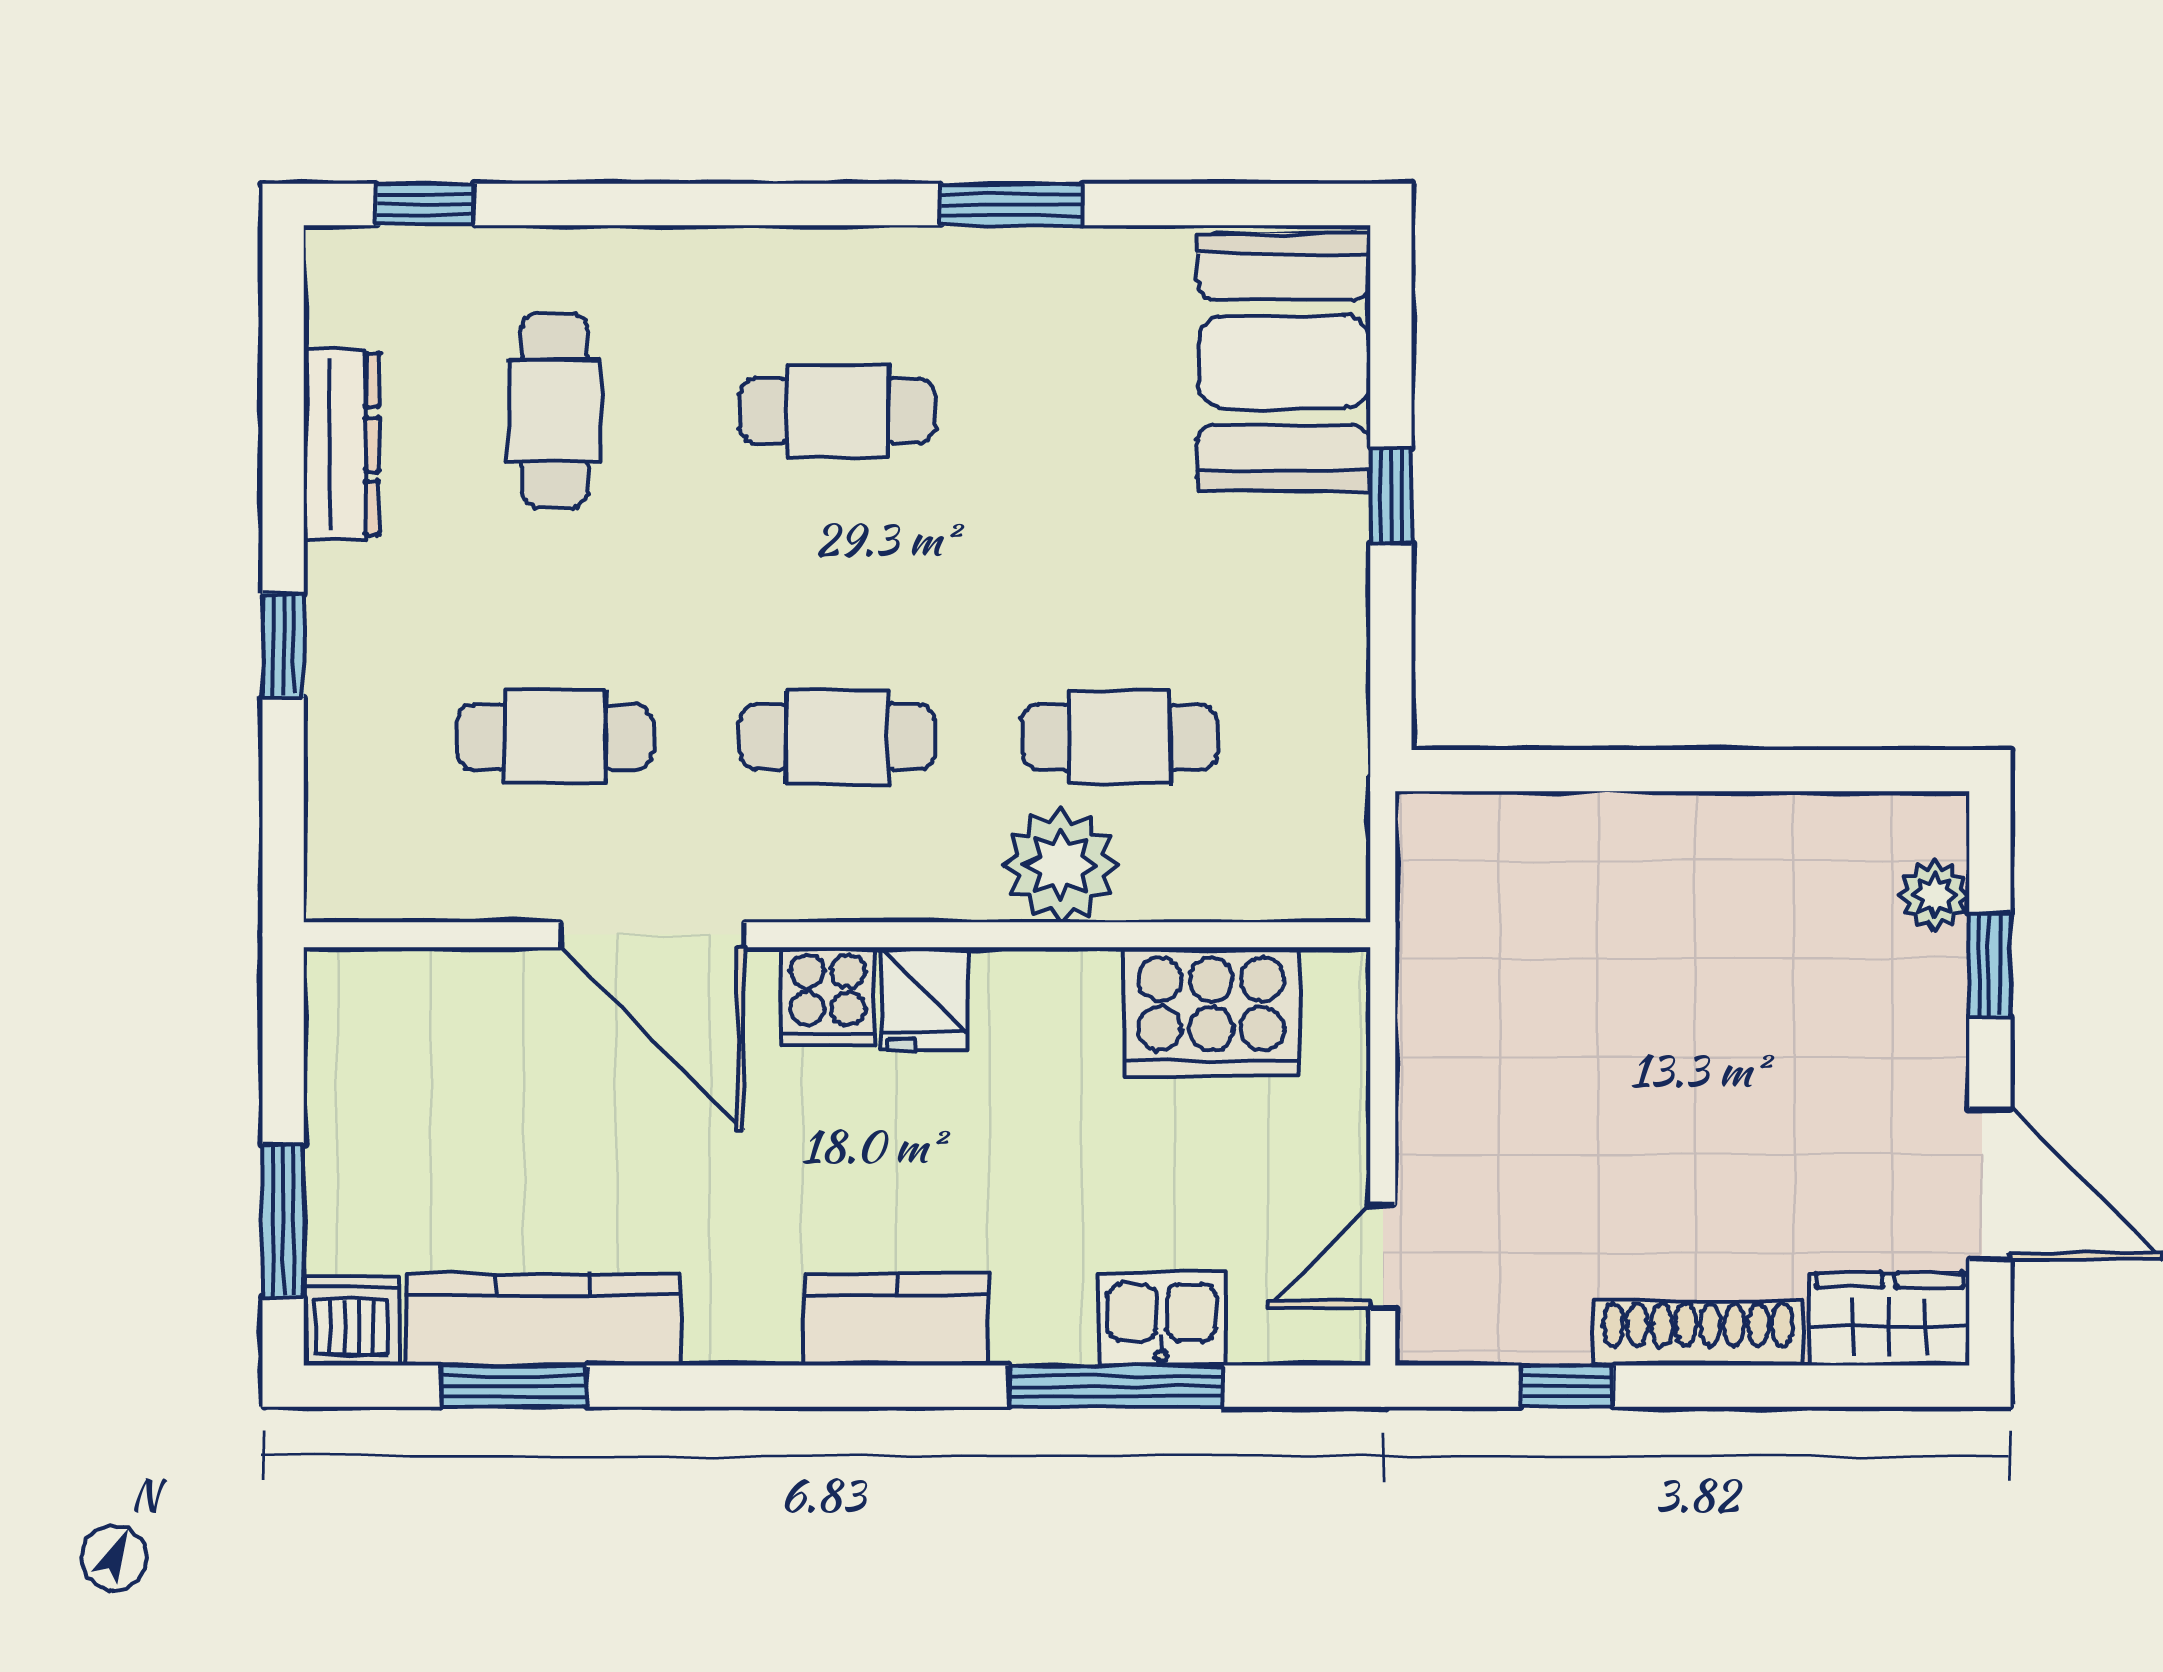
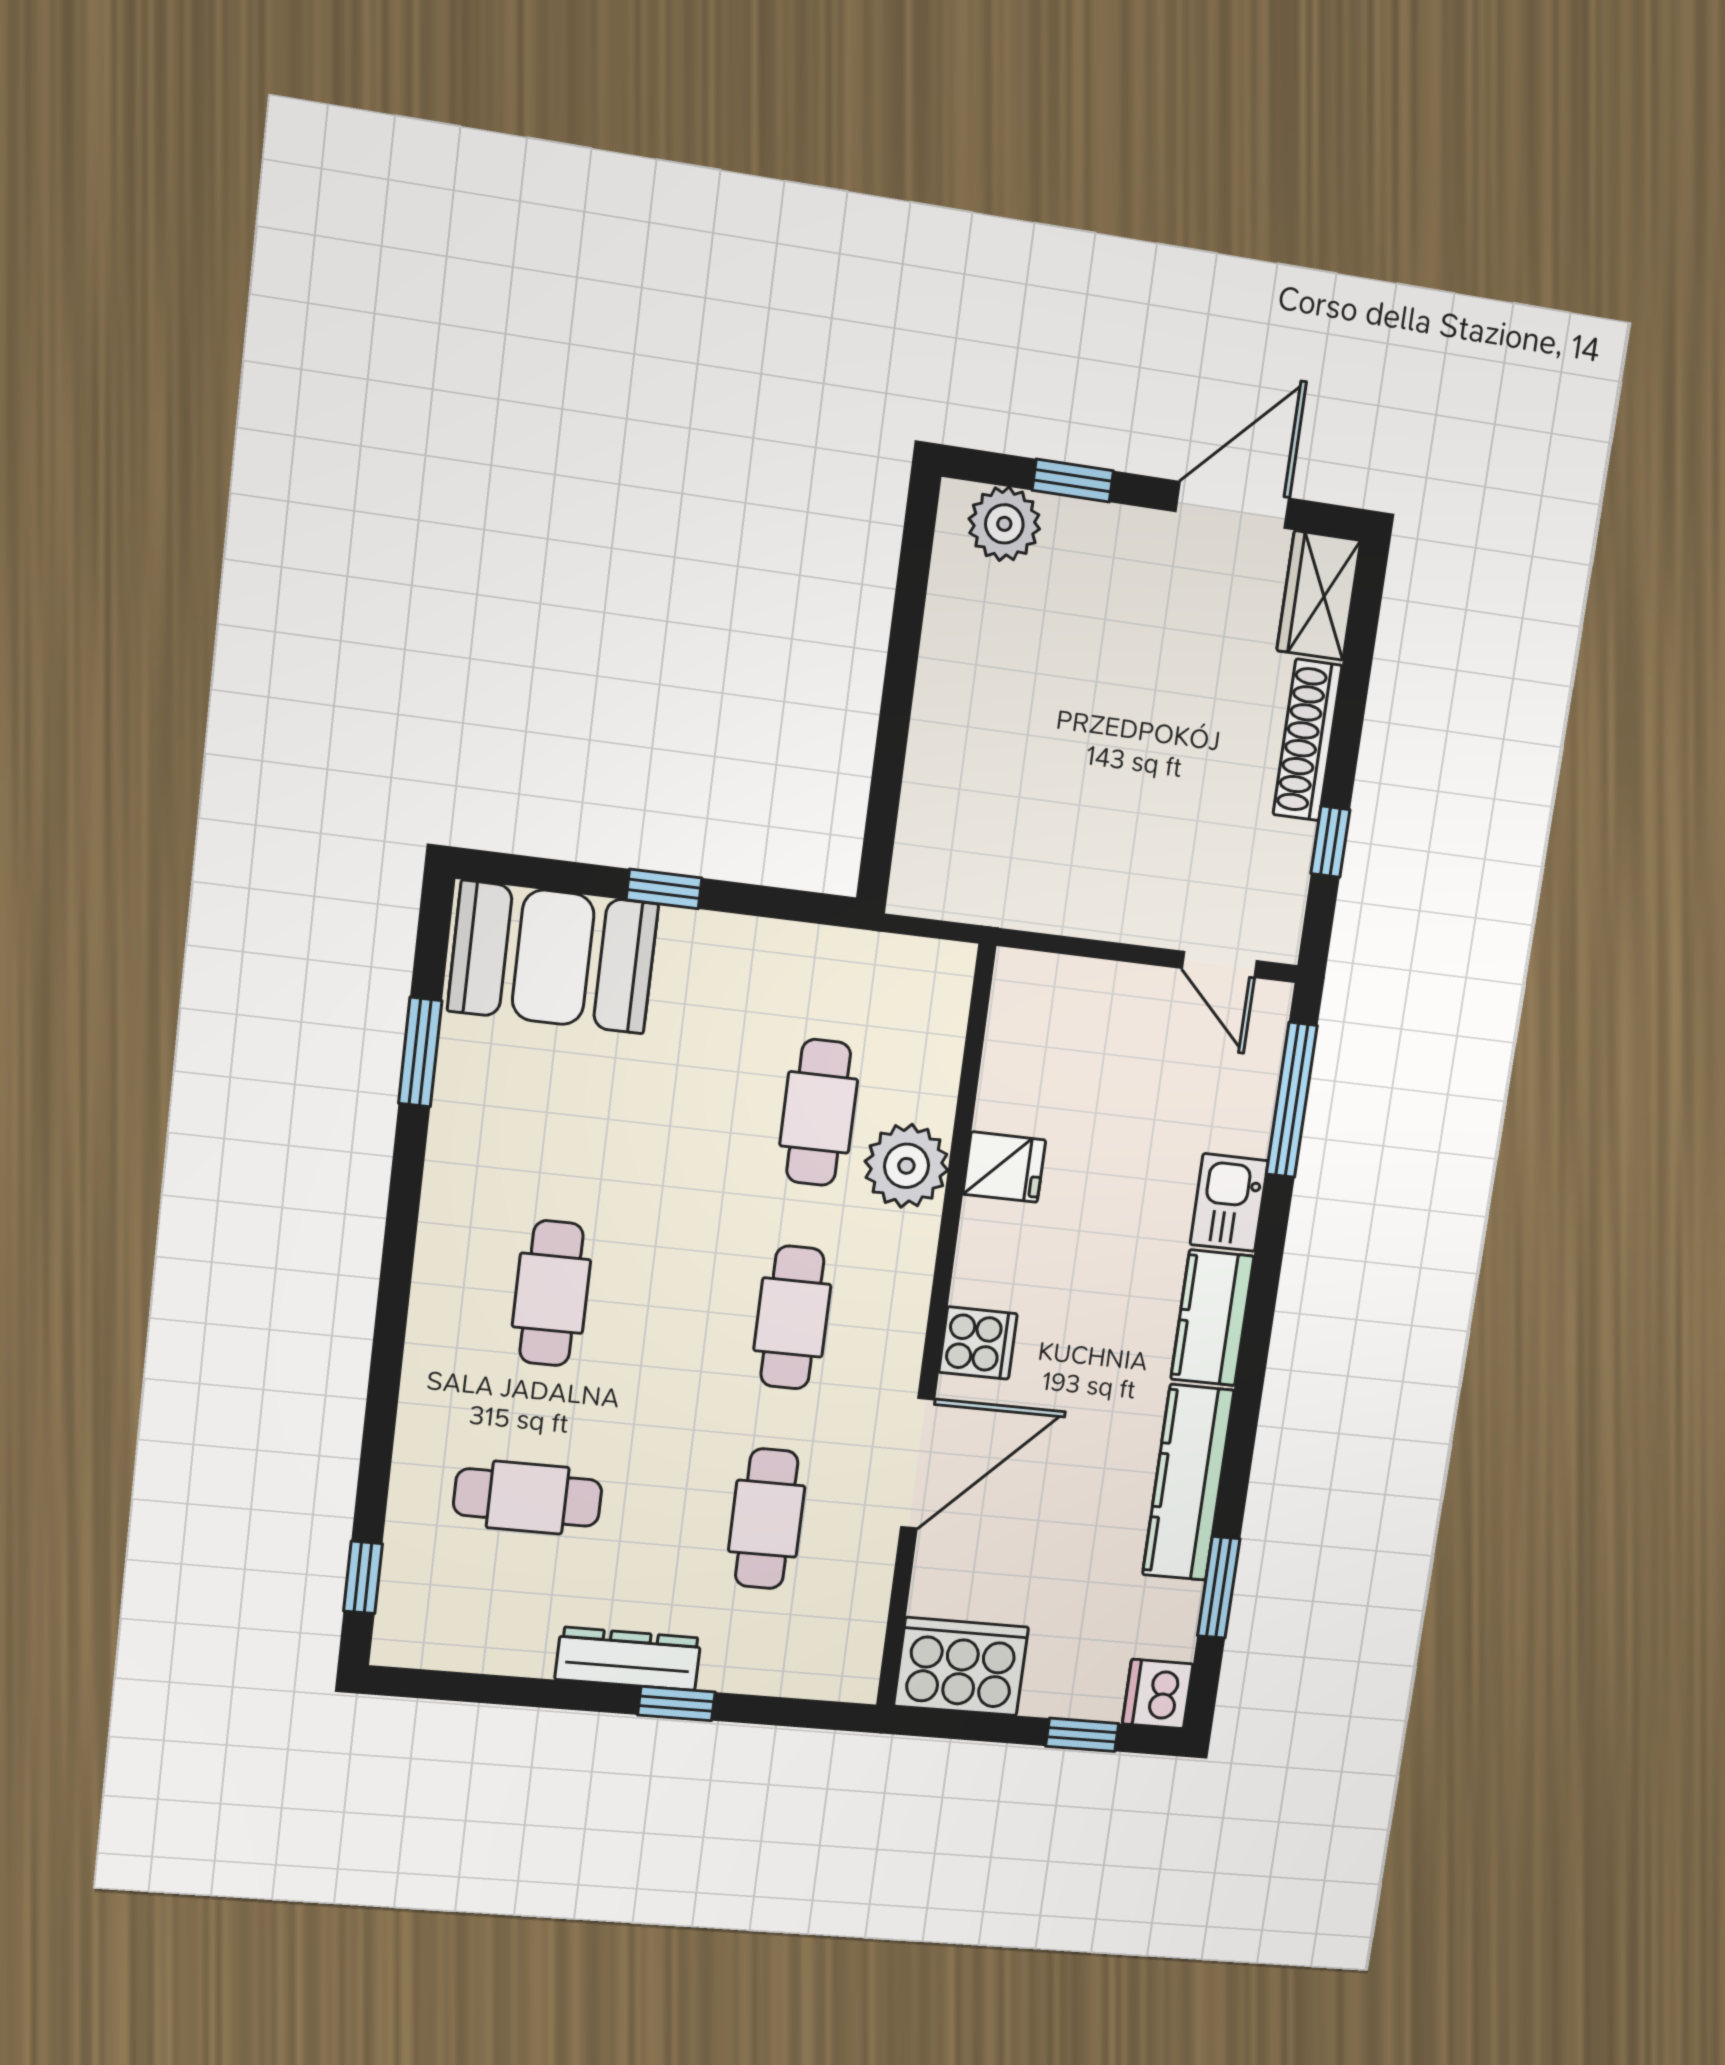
window: (1011, 205) -> (420, 1052), moved
dresser: (341, 444) -> (628, 1659), moved
plant: (1935, 895) -> (1004, 524), width x1.38, depth x1.38
fridge: (924, 999) -> (1004, 1167), moved
cooker: (1211, 1012) -> (961, 1667), moved, turned -90
window: (283, 1221) -> (1082, 1735), width x0.67
kitchen sink: (1162, 1319) -> (1229, 1203), moved
kitchen counter: (544, 1320) -> (1188, 1483), moved
window: (1115, 1386) -> (1292, 1100), moved

